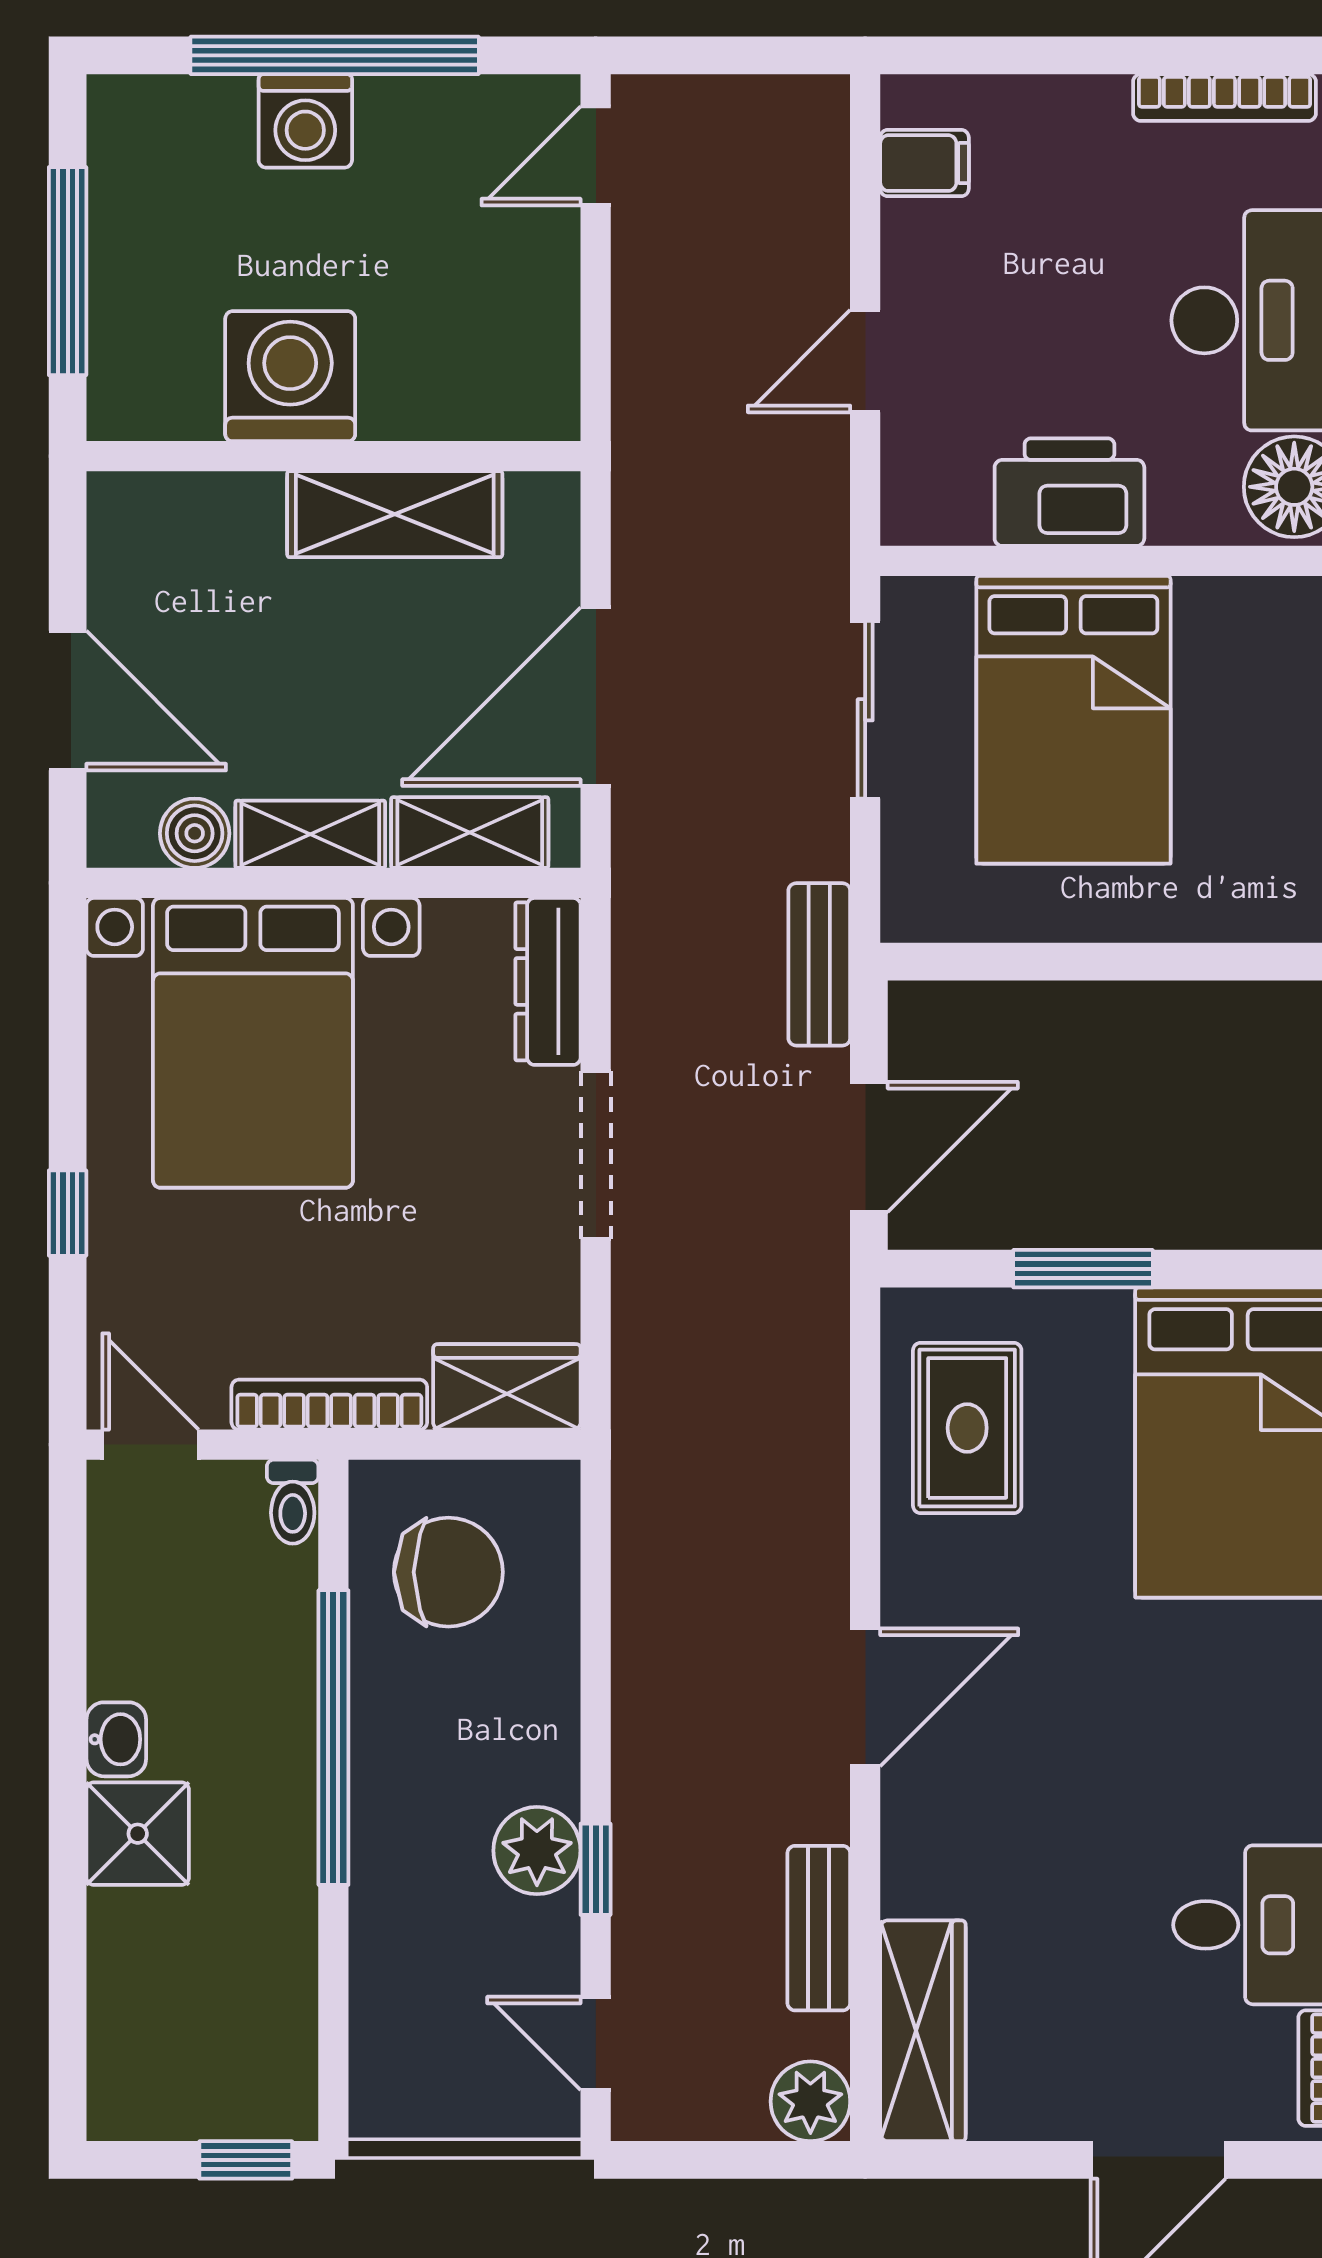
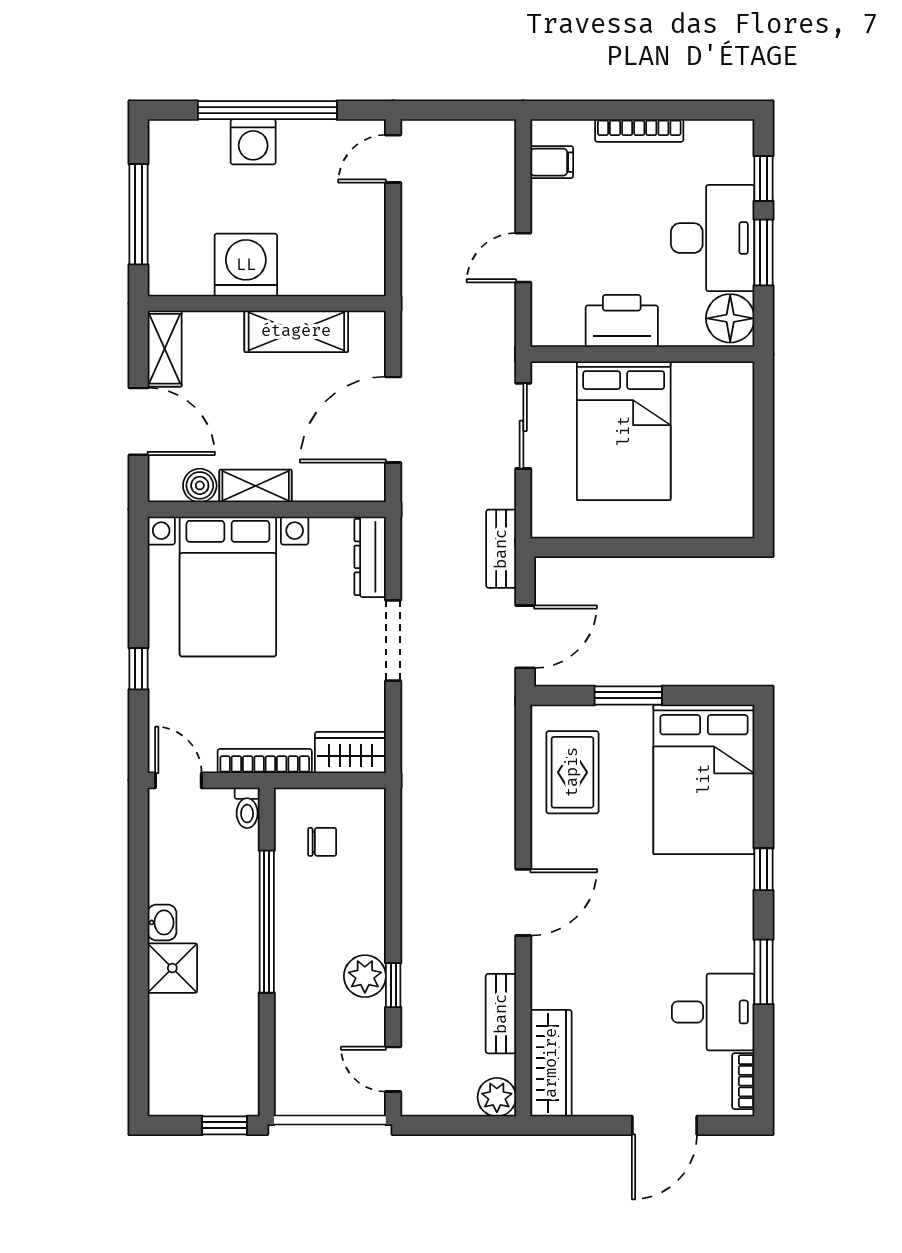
bookcase: (1225, 98) -> (639, 131), moved
shelving: (470, 833) -> (165, 349), moved, turned 90
chair: (448, 1572) -> (322, 842), width x0.54, depth x0.54

